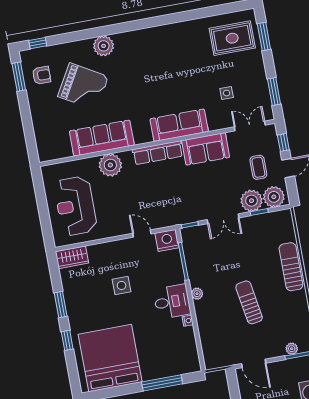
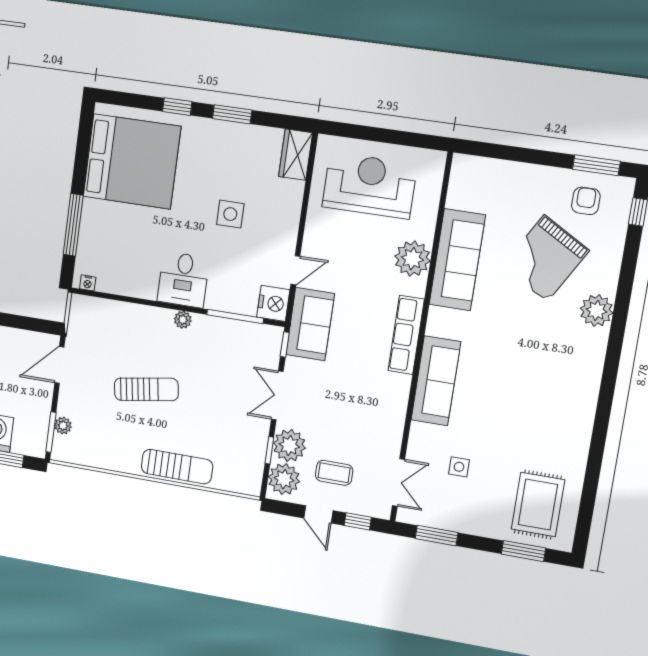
armchair: (41, 75) -> (586, 201), turned 180
sofa: (206, 149) -> (310, 324), moved, turned 180
nightstand: (188, 321) -> (88, 283), moved

